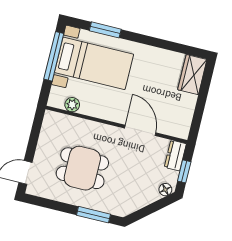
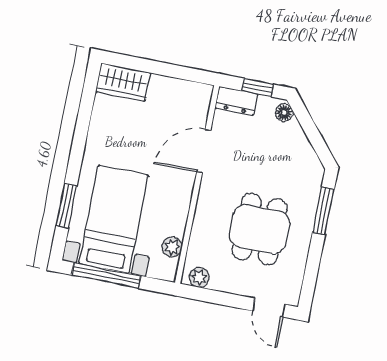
plant: (49, 123) -> (199, 278), added

